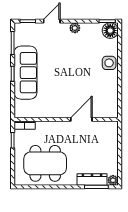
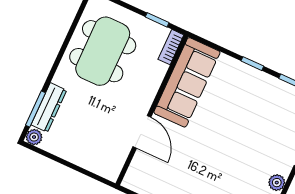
sofa: (25, 73) -> (187, 82), moved, turned -90

